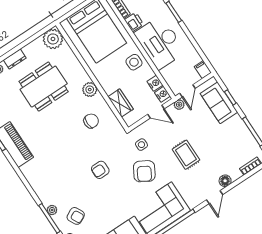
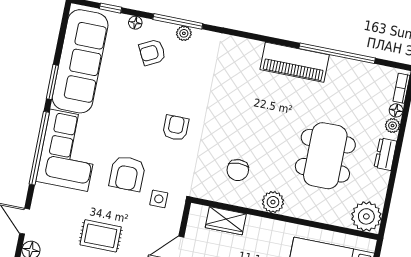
armchair: (144, 171) -> (127, 173), turned -120

